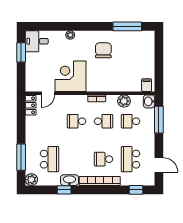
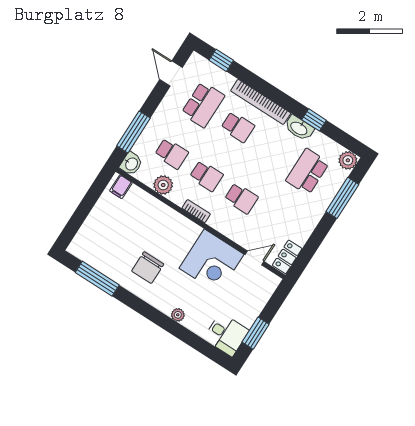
school desk: (103, 121) -> (206, 176), turned 180

